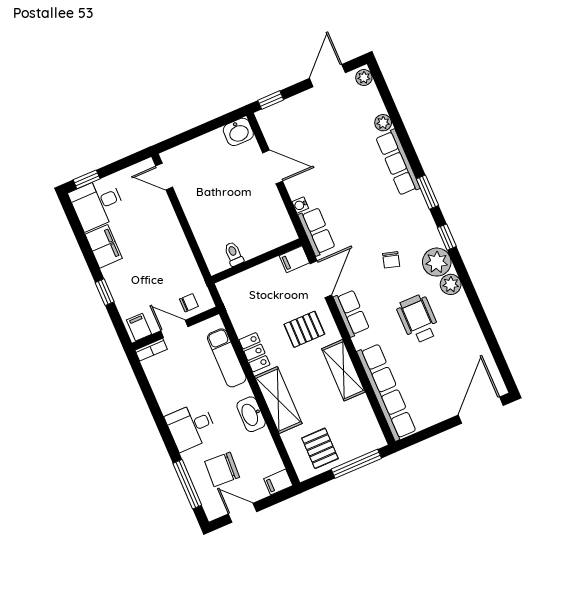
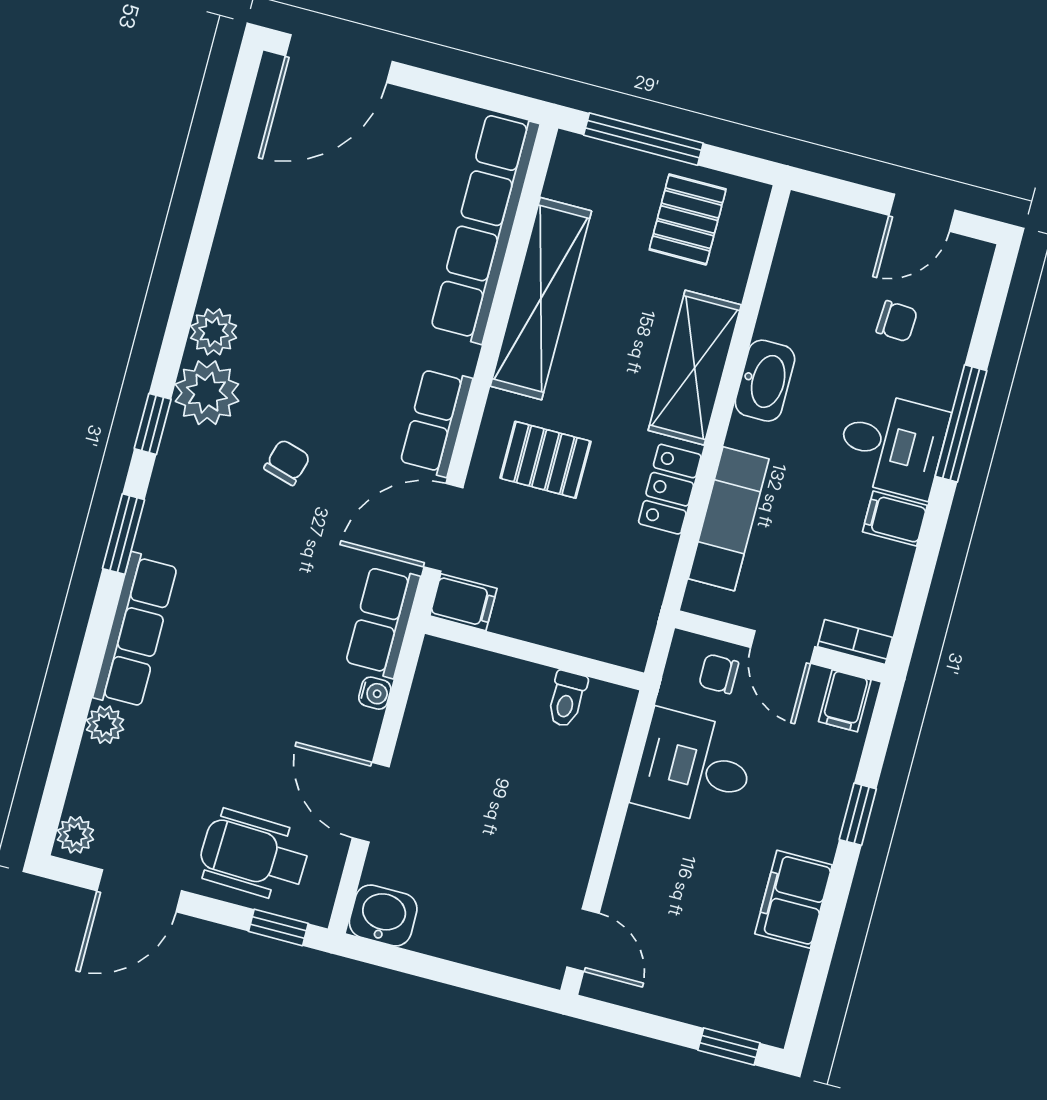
desk: (97, 204) -> (694, 768), moved, turned 180
wheelchair: (418, 319) -> (254, 855), moved, turned 92
shelving: (343, 370) -> (541, 299), width x1.47
chair: (222, 469) -> (897, 321), width x0.54, depth x0.54
filing cabinet: (278, 482) -> (895, 519), moved, turned 180
window: (187, 484) -> (961, 423), moved
door: (242, 513) -> (922, 213), hinge flipped

